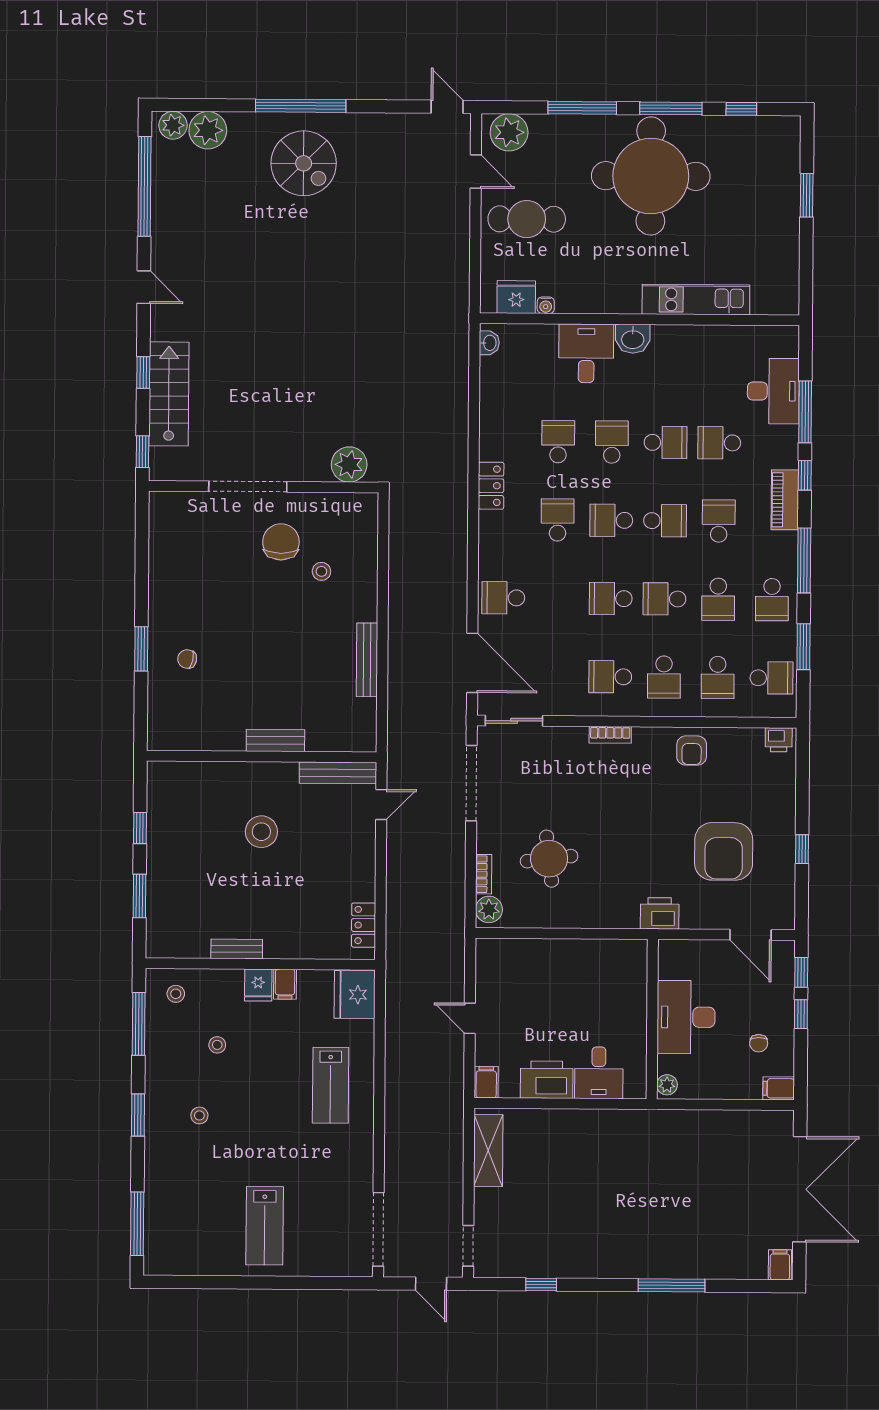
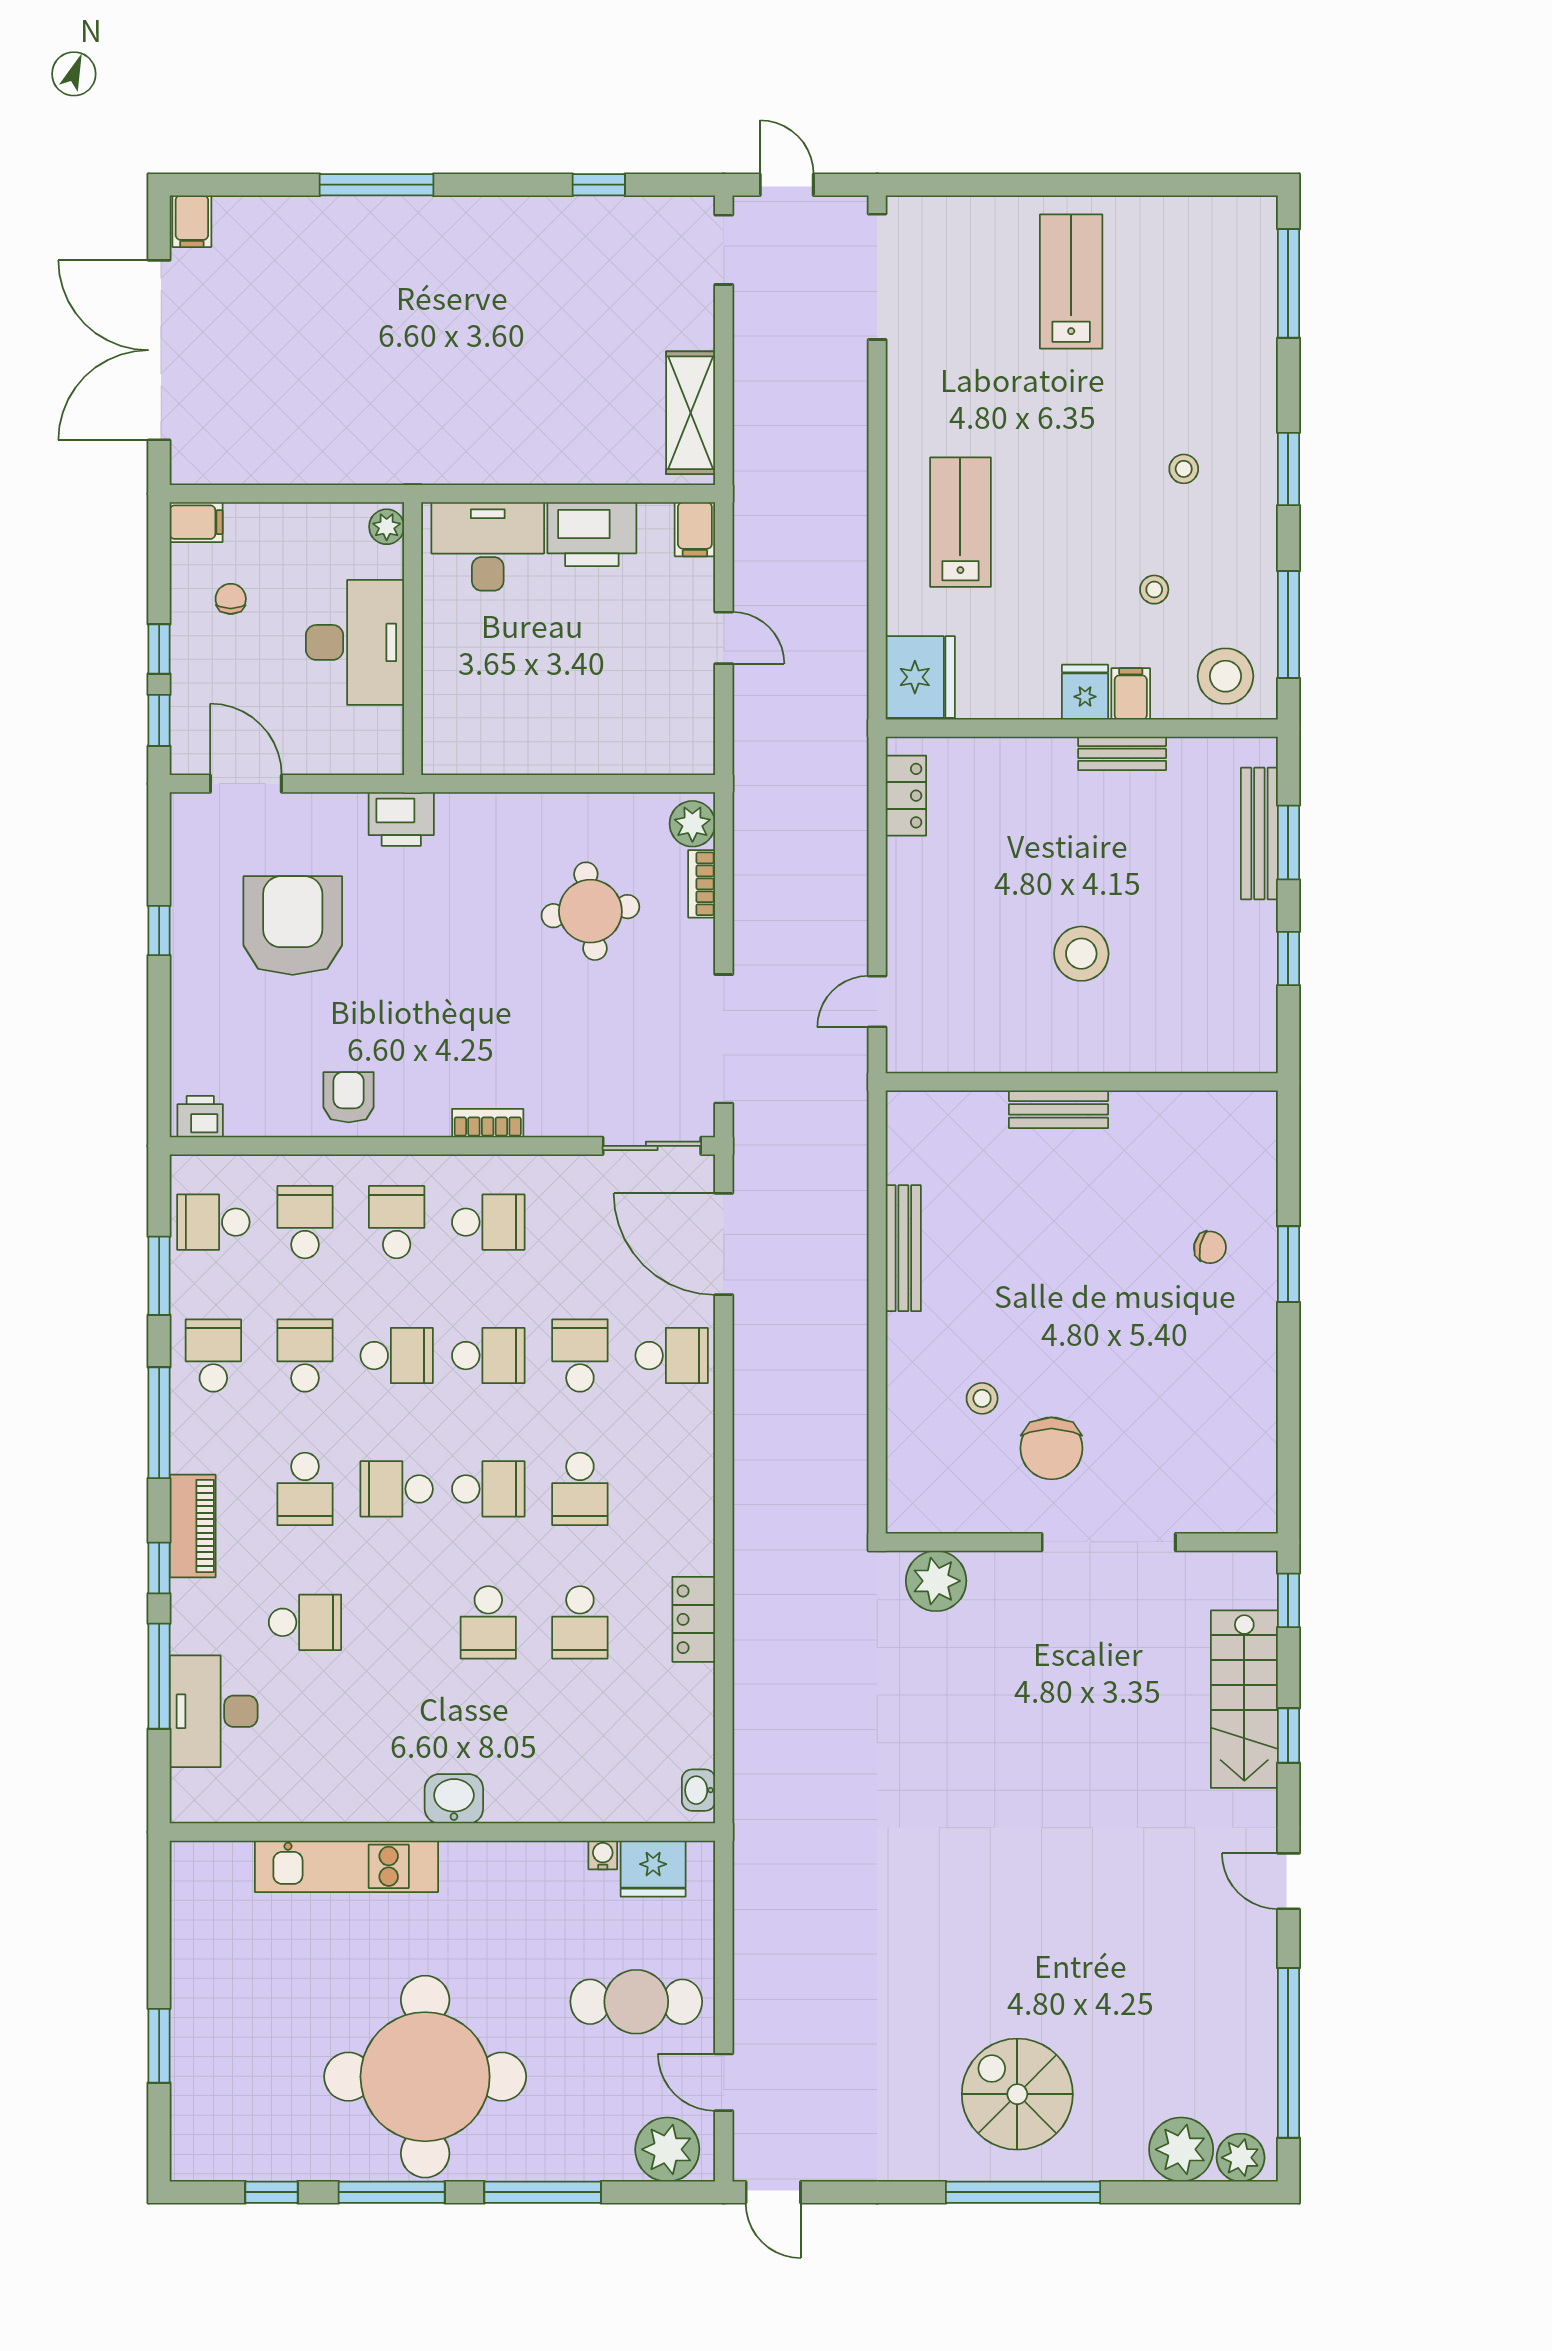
desk: (586, 353) -> (533, 1773), removed
school desk: (666, 442) -> (580, 1356), moved, turned 90
locker: (491, 486) -> (694, 1619), moved
bench: (338, 773) -> (1259, 833), moved, turned 90
filing cabinet: (285, 984) -> (1131, 694), moved
stool: (176, 994) -> (1225, 676), width x1.89, depth x1.89
desk: (599, 1073) -> (488, 546), width x1.37

